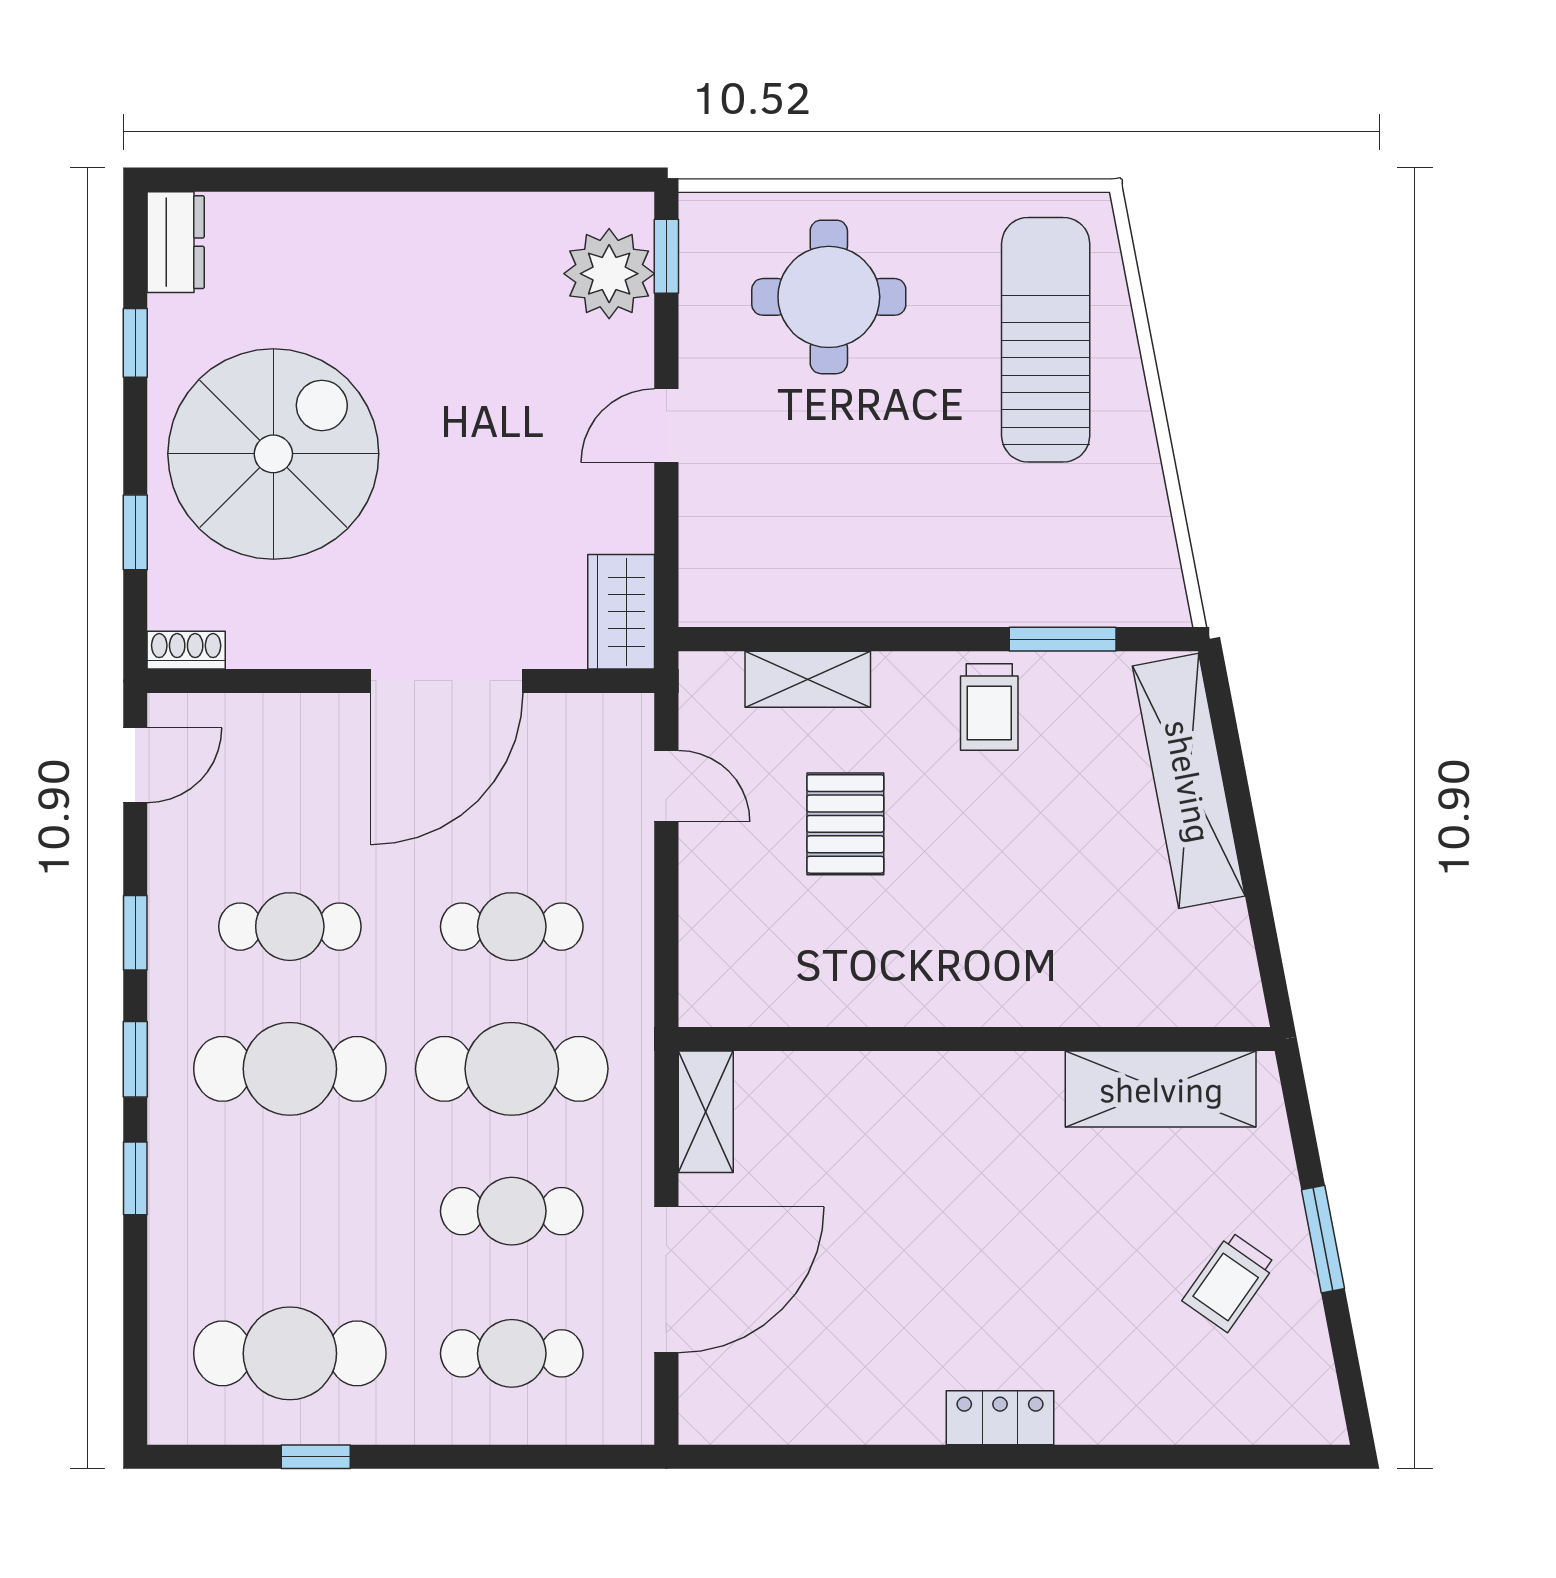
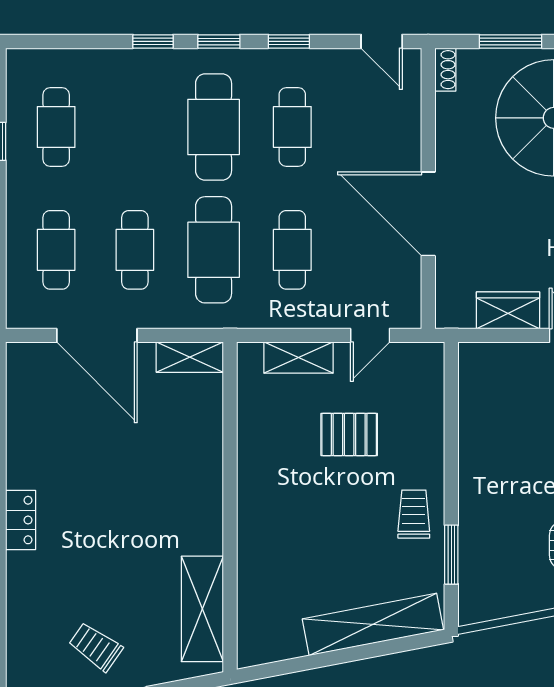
window: (135, 532) -> (510, 41), width x1.50
wardrobe: (621, 612) -> (508, 310), moved
shelving: (808, 679) -> (298, 358), moved, turned 90
trolley: (989, 707) -> (414, 514), turned 90
cafe table: (290, 1353) -> (56, 127), width x0.73, depth x0.74

